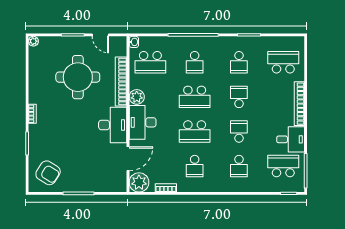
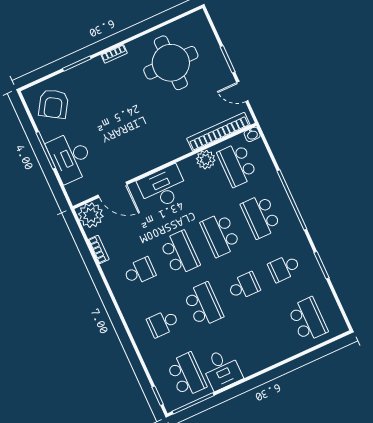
door: (100, 35) -> (242, 91), hinge flipped
plant: (33, 41) -> (199, 17), removed
school desk: (195, 62) -> (261, 216), width x1.85
round table: (78, 77) -> (171, 63), moved
bookcase: (121, 81) -> (218, 132), moved
plant: (137, 97) -> (206, 160), moved
bookcase: (299, 104) -> (268, 360), removed
desk: (113, 125) -> (70, 157), moved, turned 90
school desk: (195, 131) -> (180, 253), turned 180
school desk: (239, 131) -> (203, 305), width x1.85
school desk: (195, 166) -> (139, 271), turned 180

